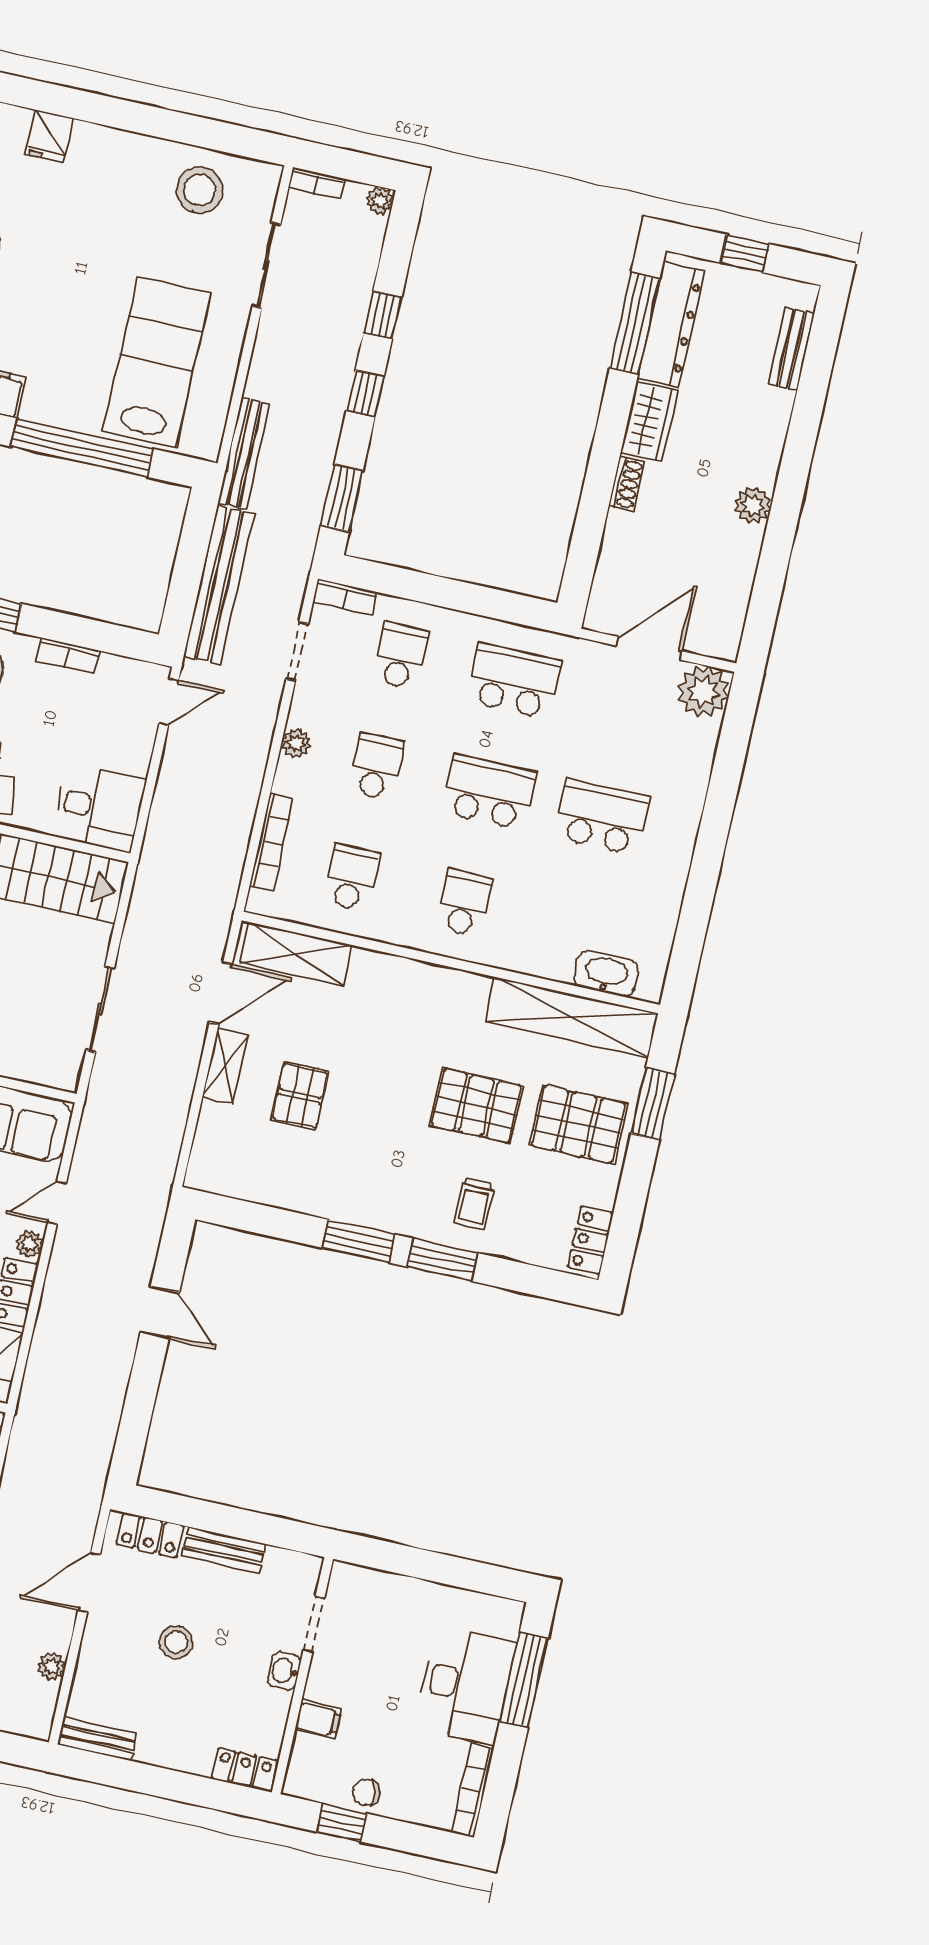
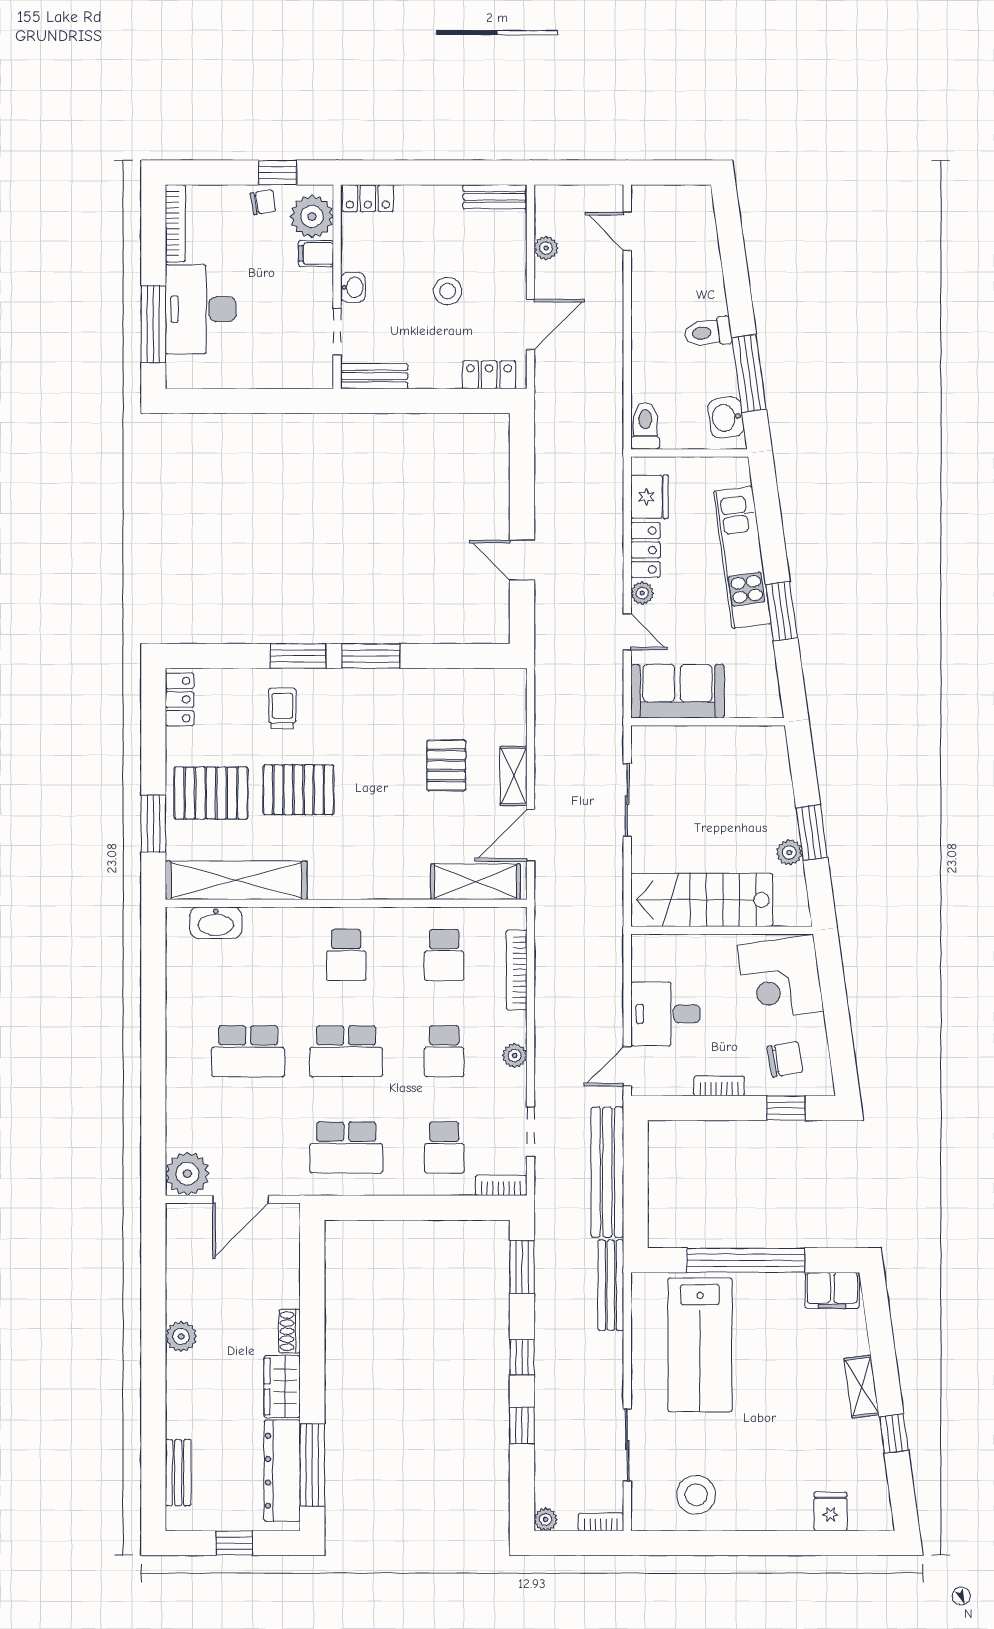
desk: (99, 808) -> (665, 1014), moved
door: (57, 1203) -> (627, 632), hinge flipped
bench: (224, 1550) -> (374, 376), moved
plant: (313, 1763) -> (312, 216), added

